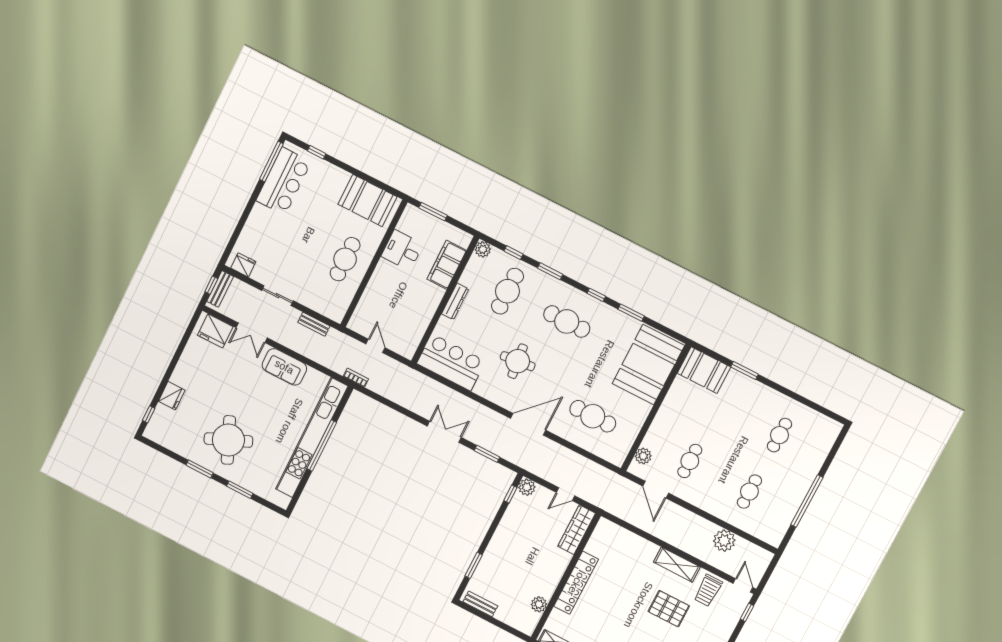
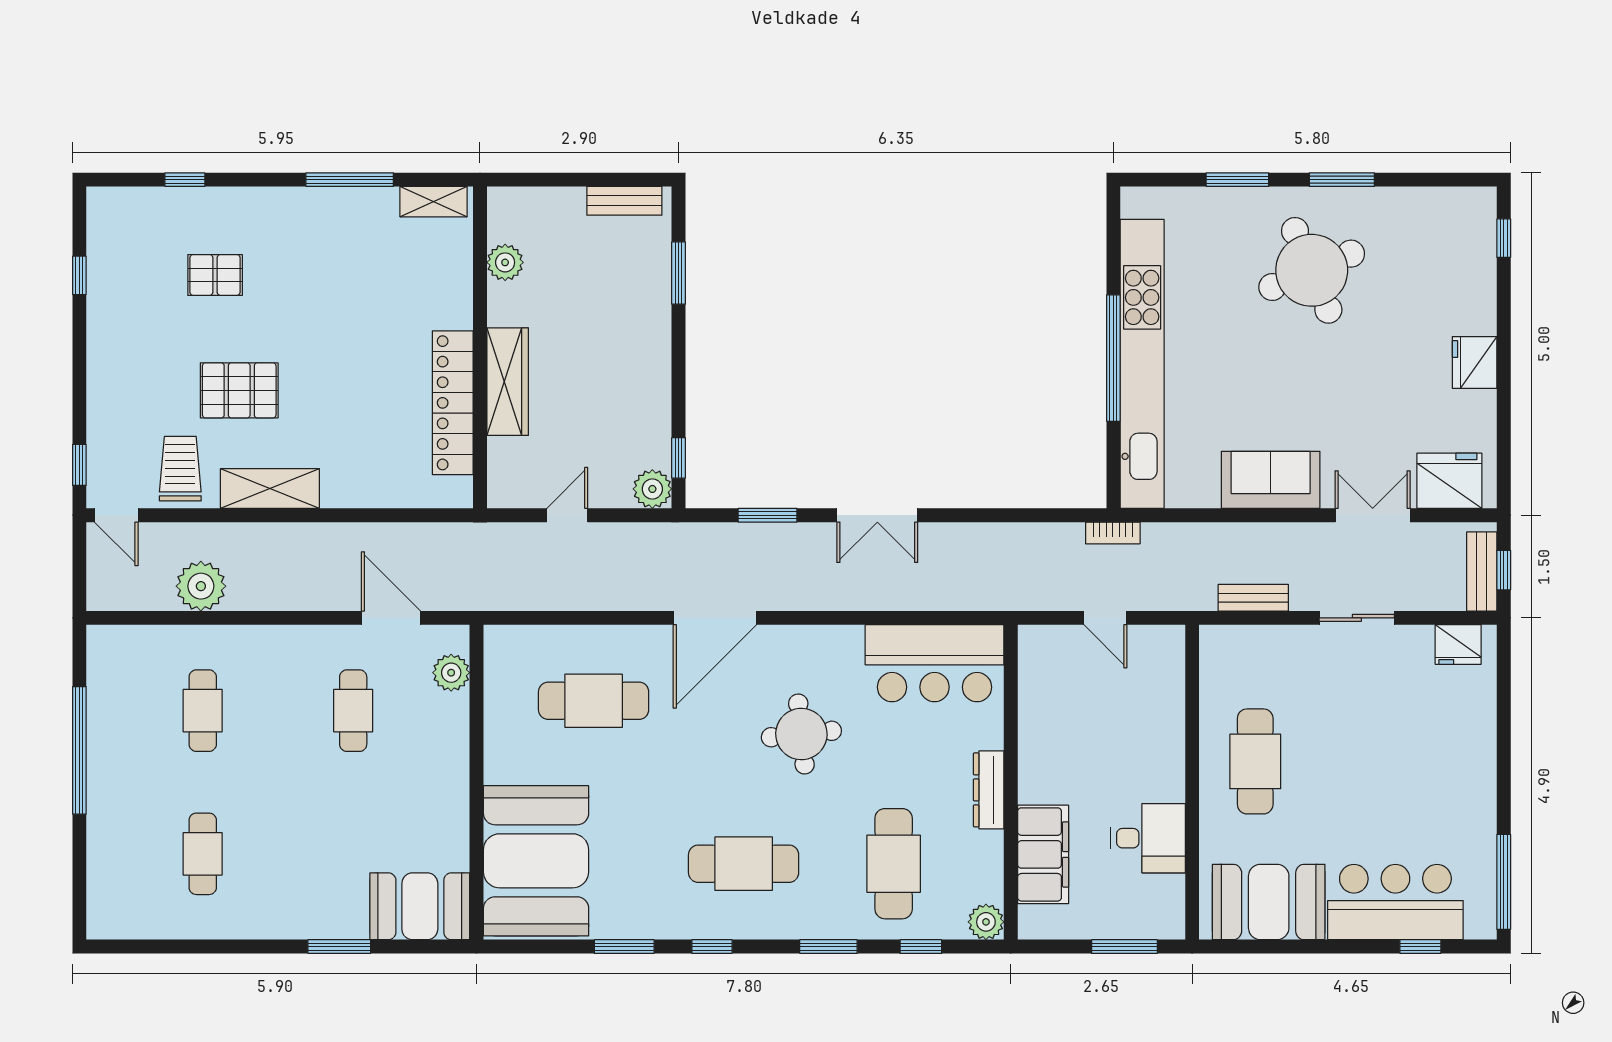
bar counter: (284, 181) -> (1395, 902), moved, turned 90
fridge: (172, 396) -> (1475, 362), moved
wardrobe: (577, 530) -> (508, 382), moved
locker: (576, 583) -> (453, 403), moved

